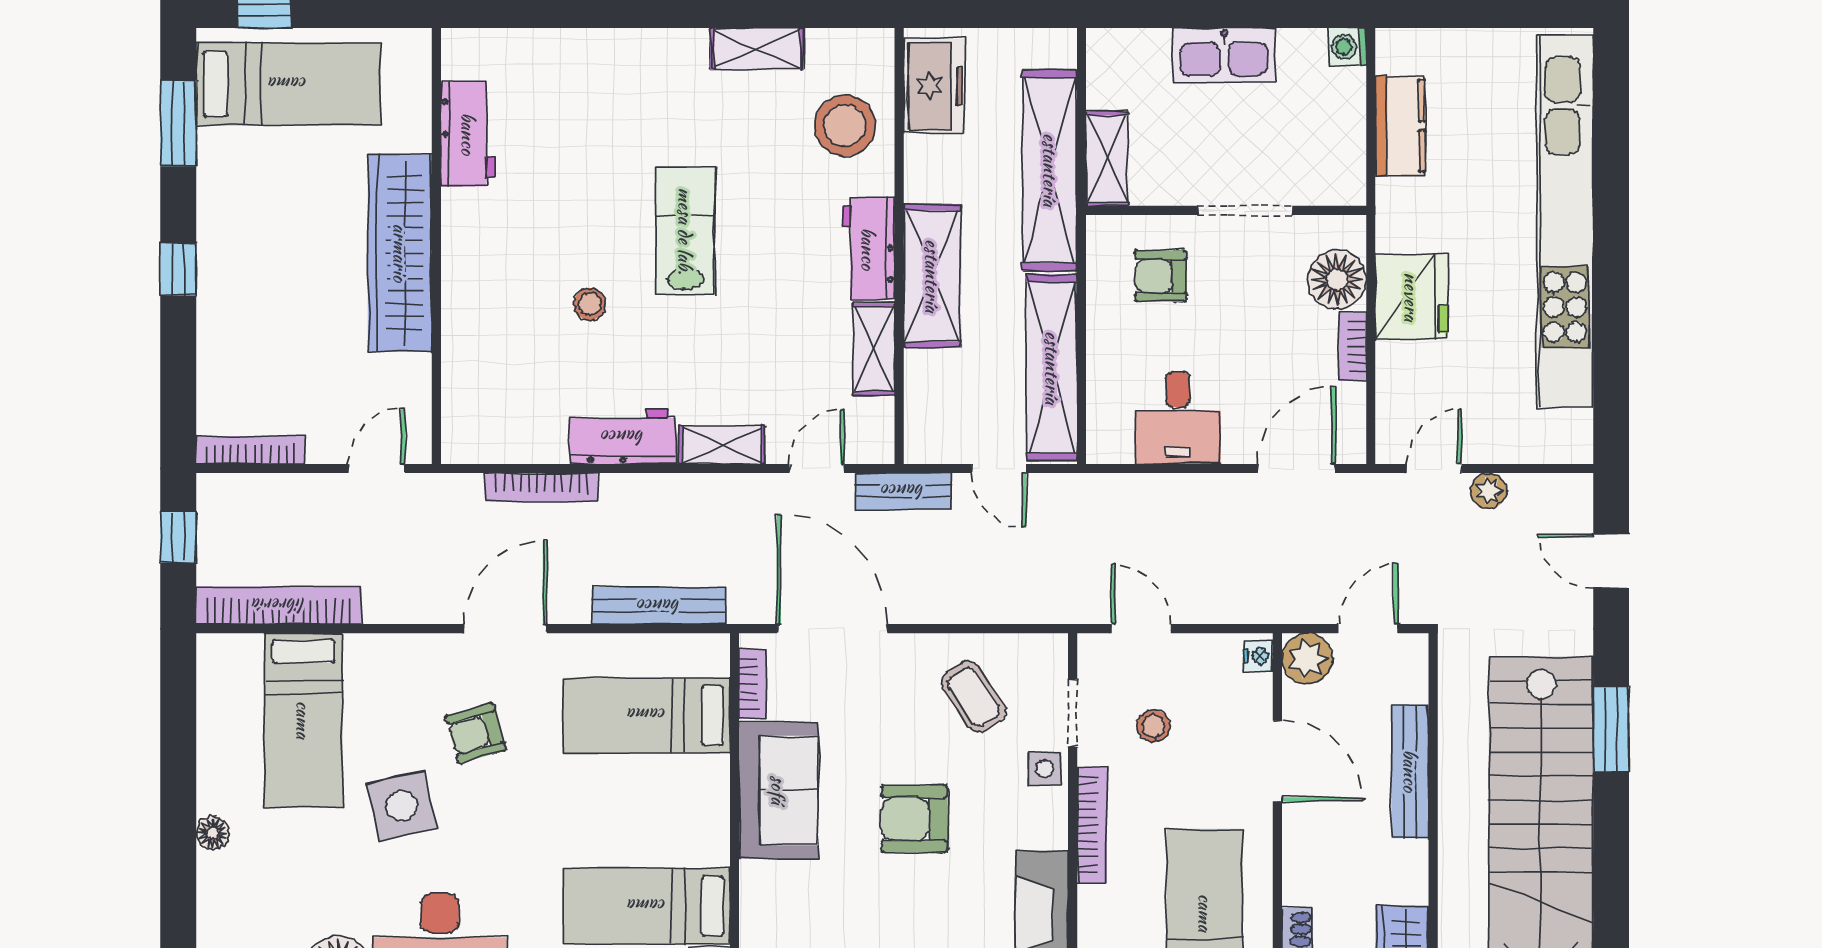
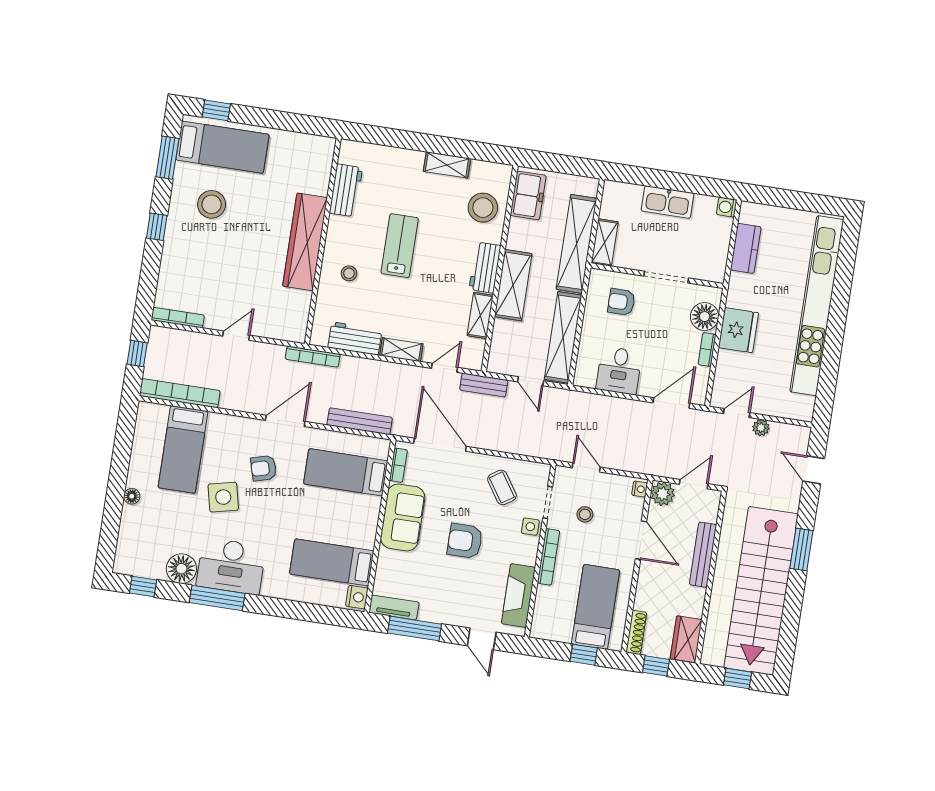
workbench: (468, 134) -> (346, 190), moved
stool: (284, 206) -> (212, 204), added
wall: (436, 246) -> (323, 241), moved
wardrobe: (400, 253) -> (305, 242), moved

